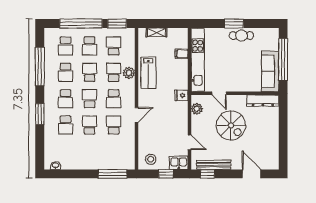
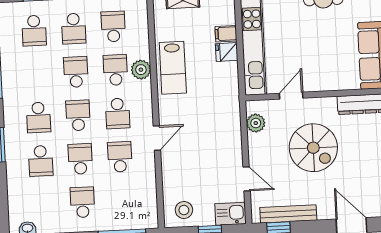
school desk: (66, 72) -> (82, 202), moved, turned 180
door: (219, 93) -> (291, 96), swing flipped
fridge: (181, 95) -> (227, 52), moved

